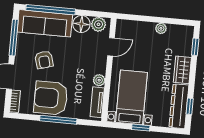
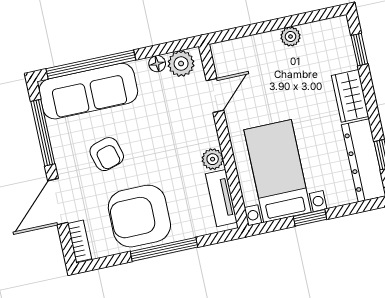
floor lamp: (81, 24) -> (157, 64), width x0.53, depth x0.53

